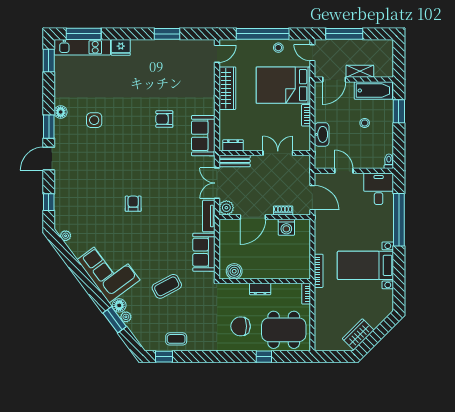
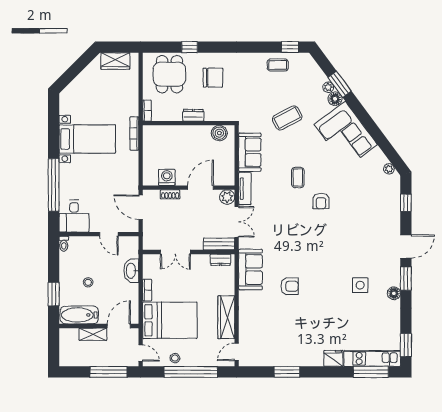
coffee table: (156, 227) -> (298, 178), added
dining table: (284, 330) -> (169, 74), width x0.73
wardrobe: (358, 334) -> (115, 61), moved, turned 45

